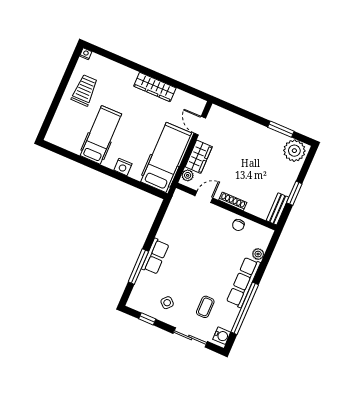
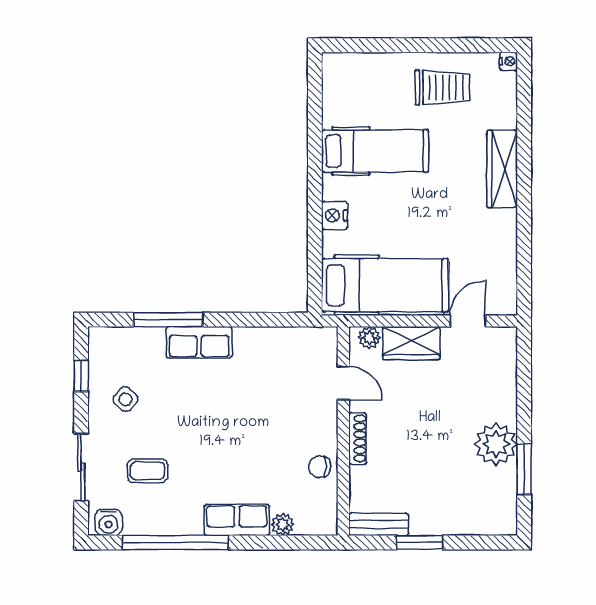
wardrobe: (155, 87) -> (502, 169), moved
plant: (294, 151) -> (496, 444), moved
row of seats: (243, 282) -> (237, 520), width x0.68

